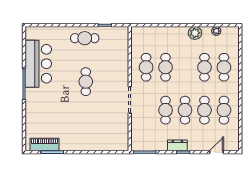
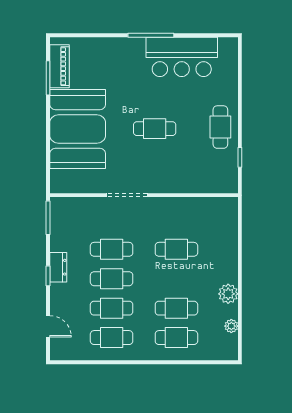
cafe table: (146, 67) -> (176, 220), removed
booth: (86, 133) -> (78, 129), added

